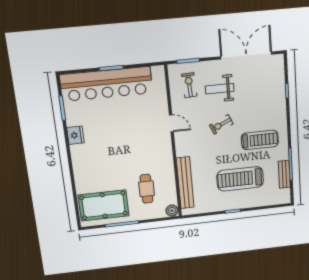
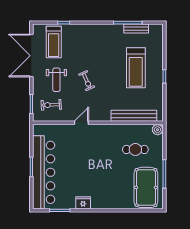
treadmill: (260, 140) -> (54, 42), moved, turned 180

